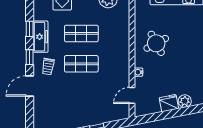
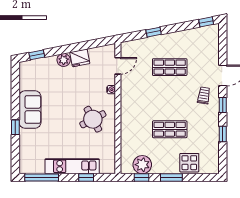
freezer: (41, 37) -> (212, 126), removed
shop shelf: (81, 64) -> (170, 67), moved

